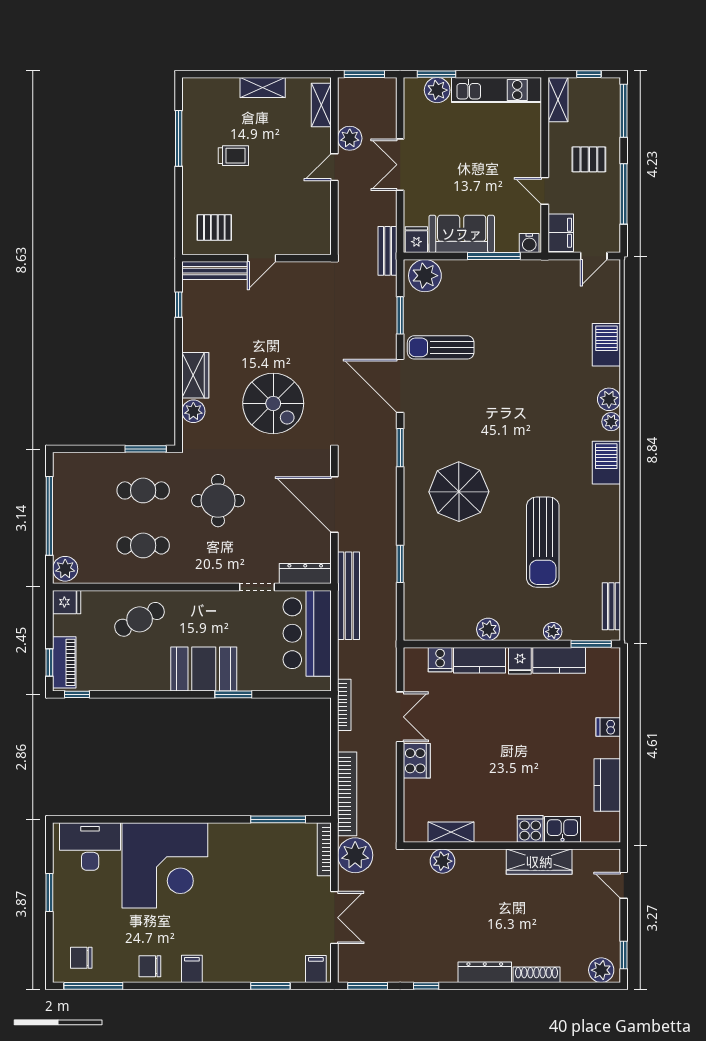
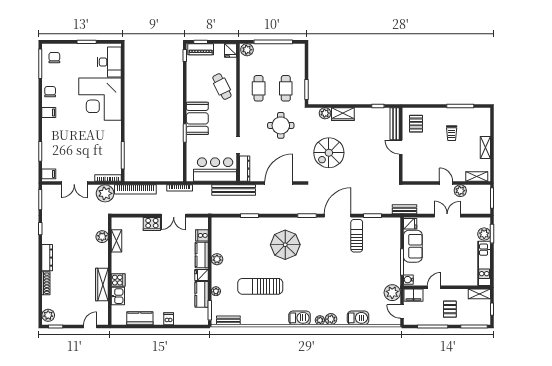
plant: (425, 276) -> (392, 293), moved

